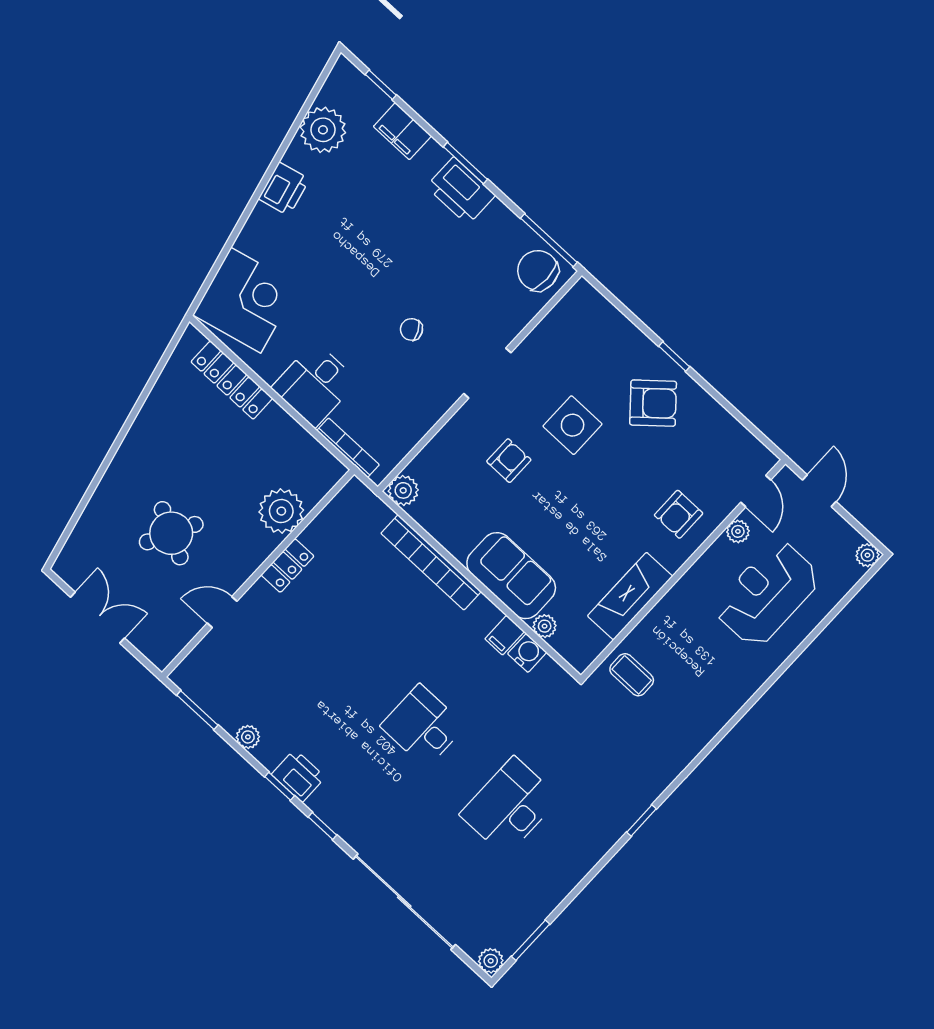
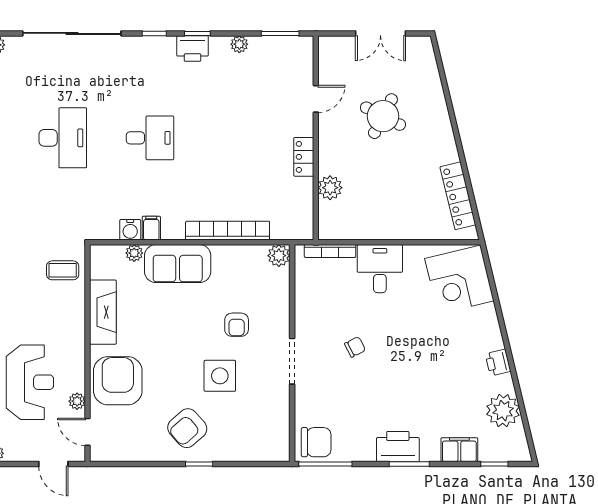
printer: (284, 189) -> (498, 363), width x0.73, depth x0.81
locker: (232, 380) -> (458, 196), moved, turned -103
plant: (281, 511) -> (330, 188), width x0.73, depth x0.73
armchair: (679, 514) -> (118, 381), width x1.88, depth x1.88

